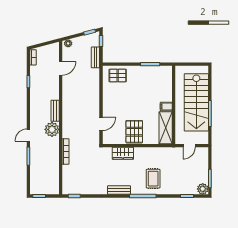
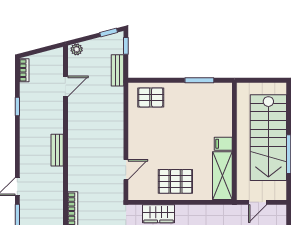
plant: (52, 129) -> (52, 178), removed
pallet: (134, 132) -> (175, 181), turned 90

